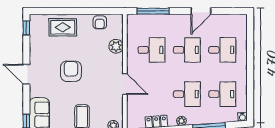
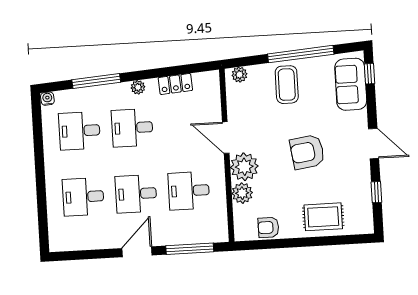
door: (201, 11) -> (137, 252), moved
armchair: (100, 22) -> (268, 227), turned -90
window: (26, 28) -> (376, 192), moved
plant: (114, 64) -> (244, 167), added
armchair: (71, 71) -> (307, 152), turned 82

